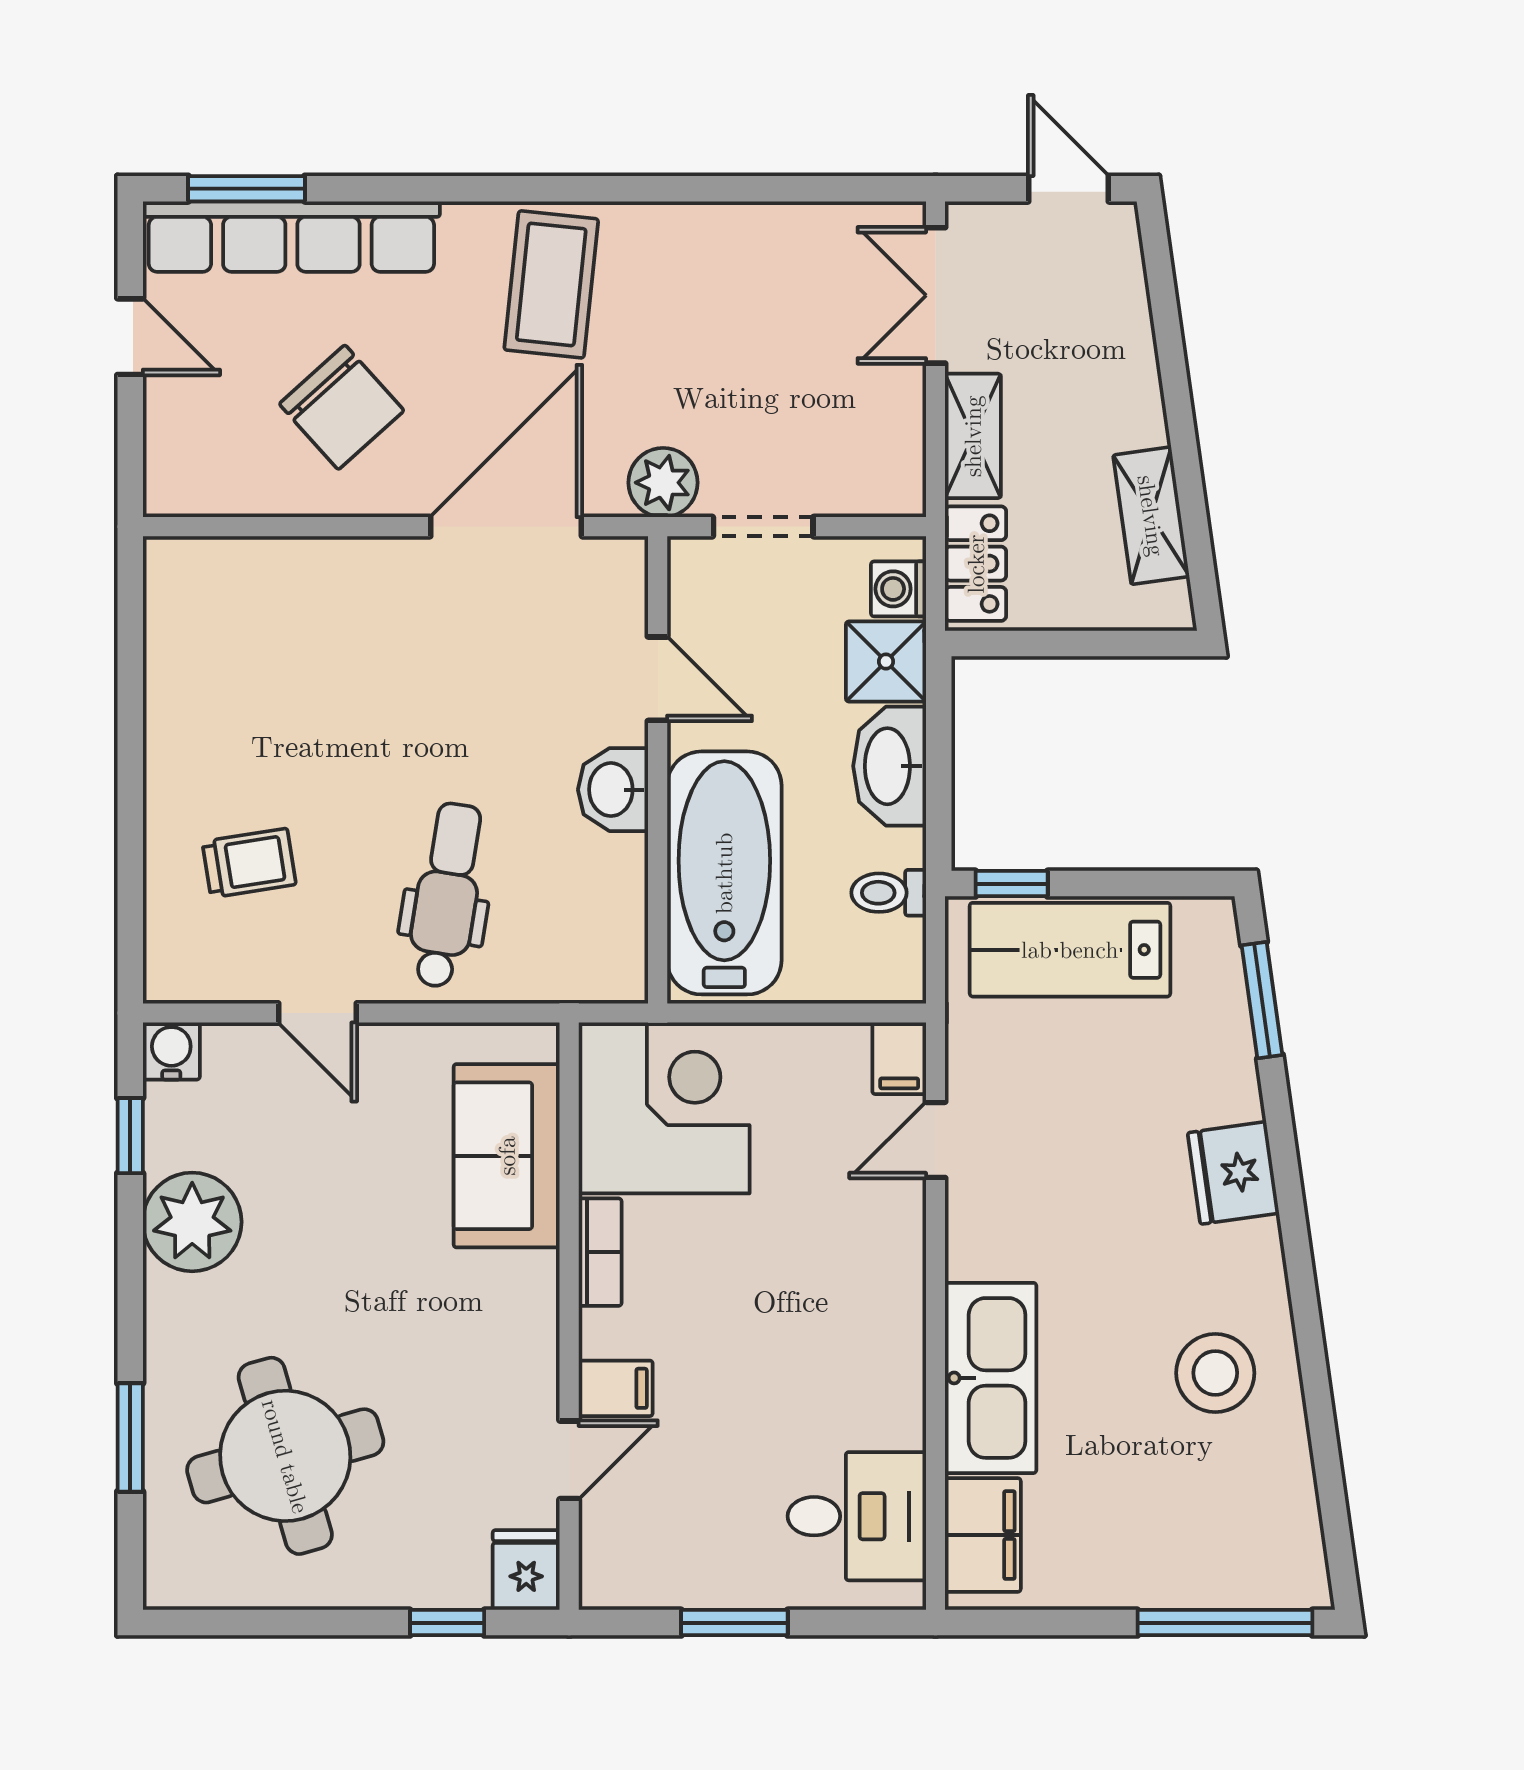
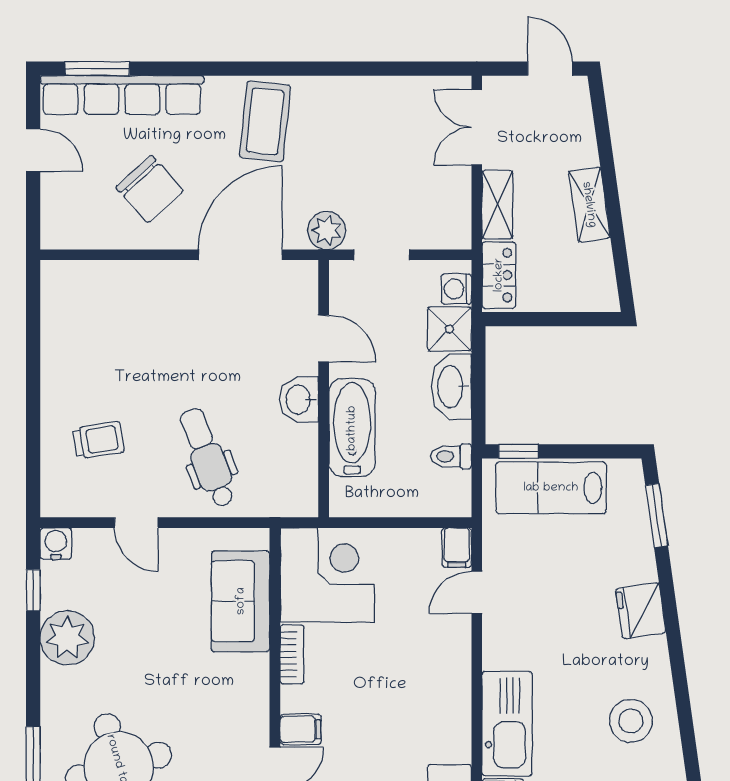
shelving: (1151, 516) -> (589, 205), moved
bathtub: (724, 873) -> (352, 428), width x0.73, depth x0.73
dental chair: (447, 895) -> (208, 458), turned -30

